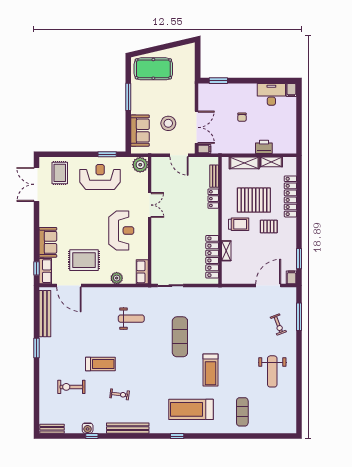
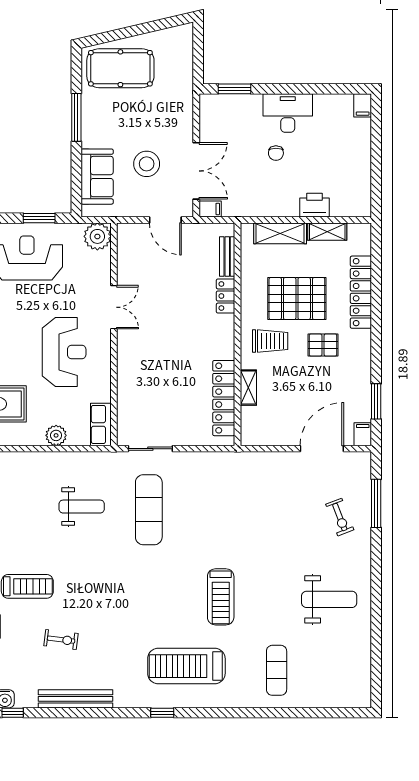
desk: (271, 94) -> (288, 113), moved
exercise mat: (180, 337) -> (149, 510), moved
weight bench: (272, 371) -> (329, 599), turned -90

